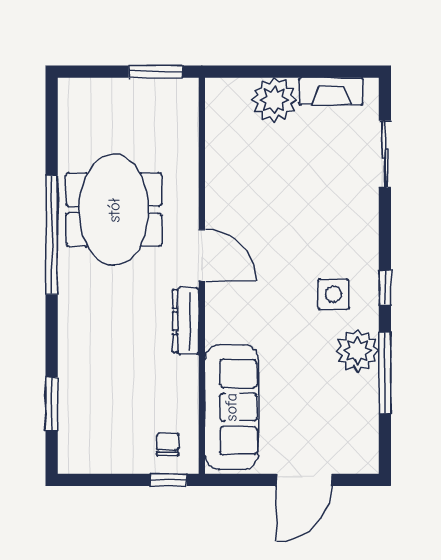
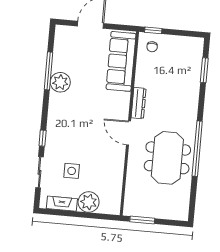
window: (385, 288) -> (43, 138), moved
side table: (333, 294) -> (72, 171), moved

